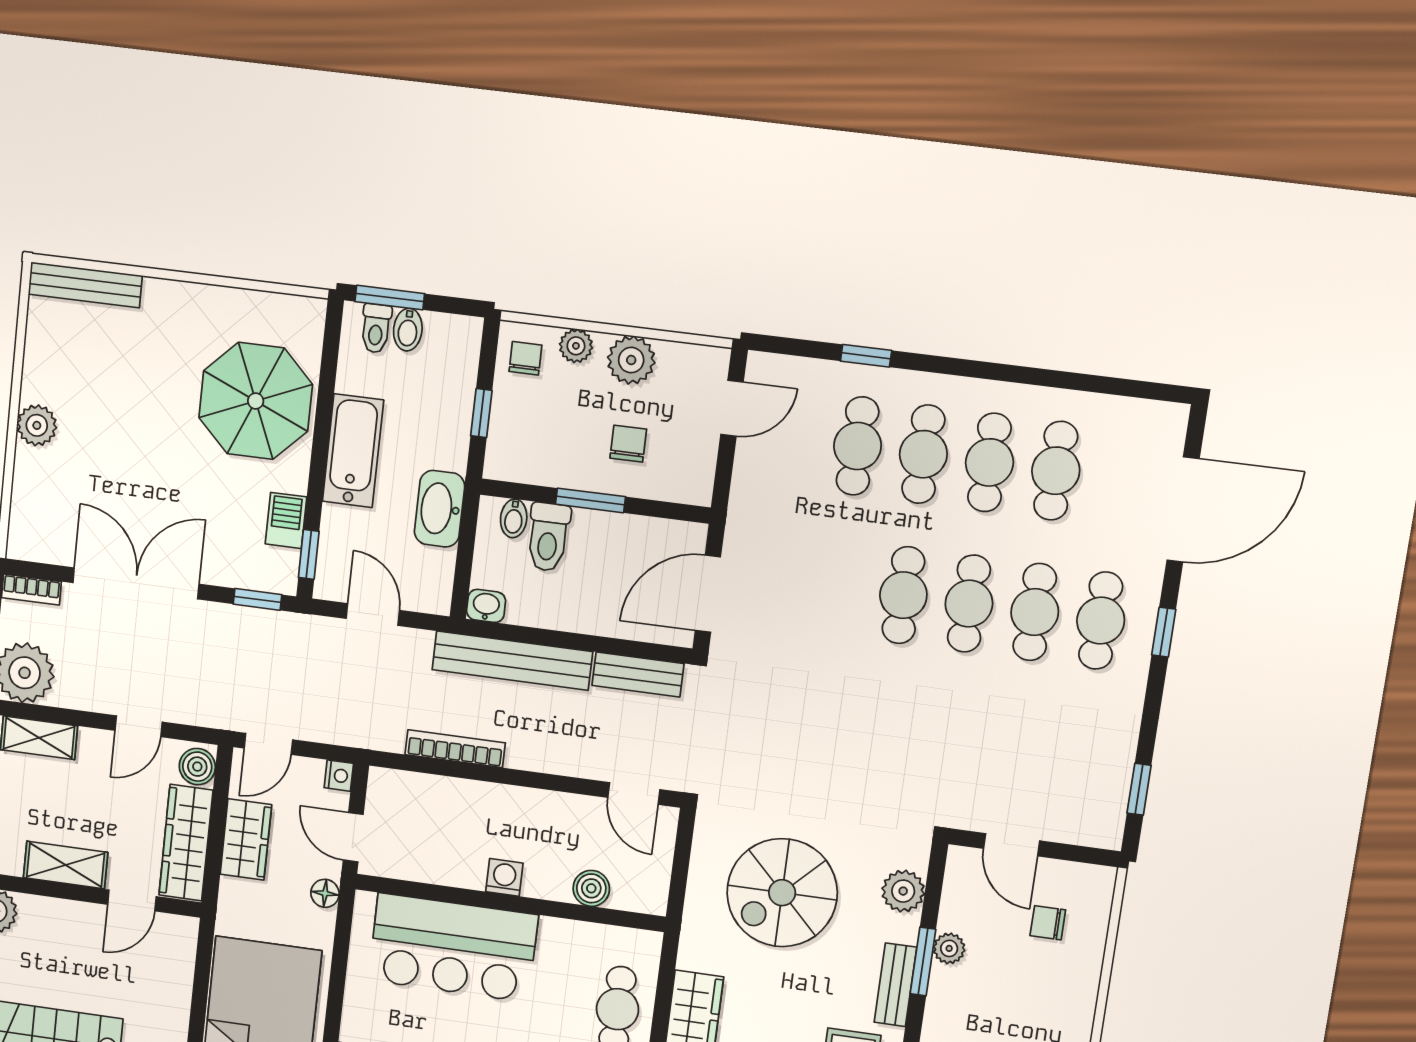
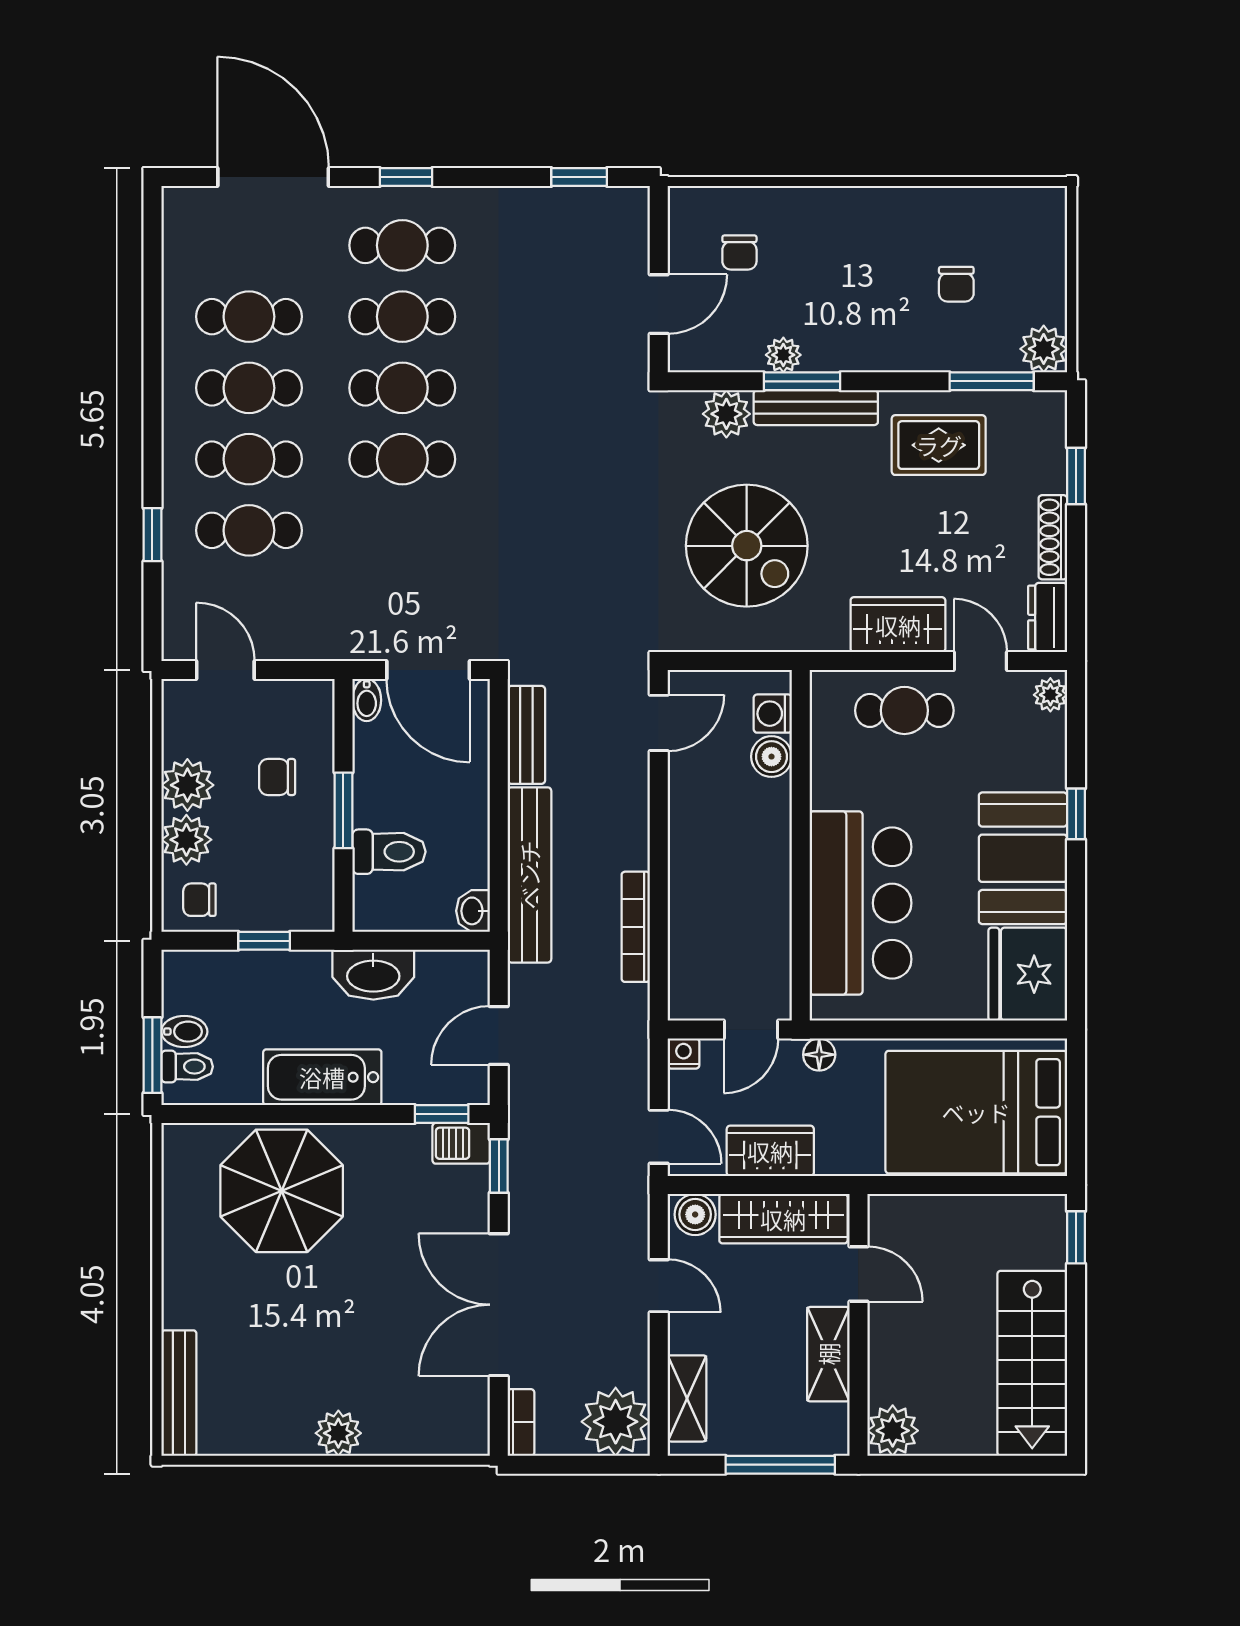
plant: (576, 346) -> (186, 840), width x1.38, depth x1.38
bidet: (514, 518) -> (367, 700), moved, turned 90
barbecue: (286, 521) -> (461, 1143), moved
washing machine: (504, 877) -> (773, 714), moved
bench: (895, 985) -> (816, 408), width x1.36

